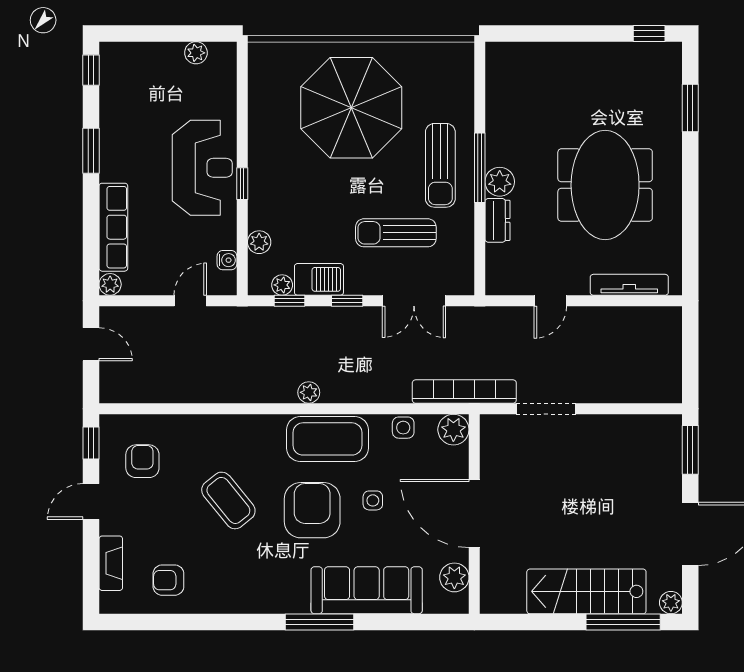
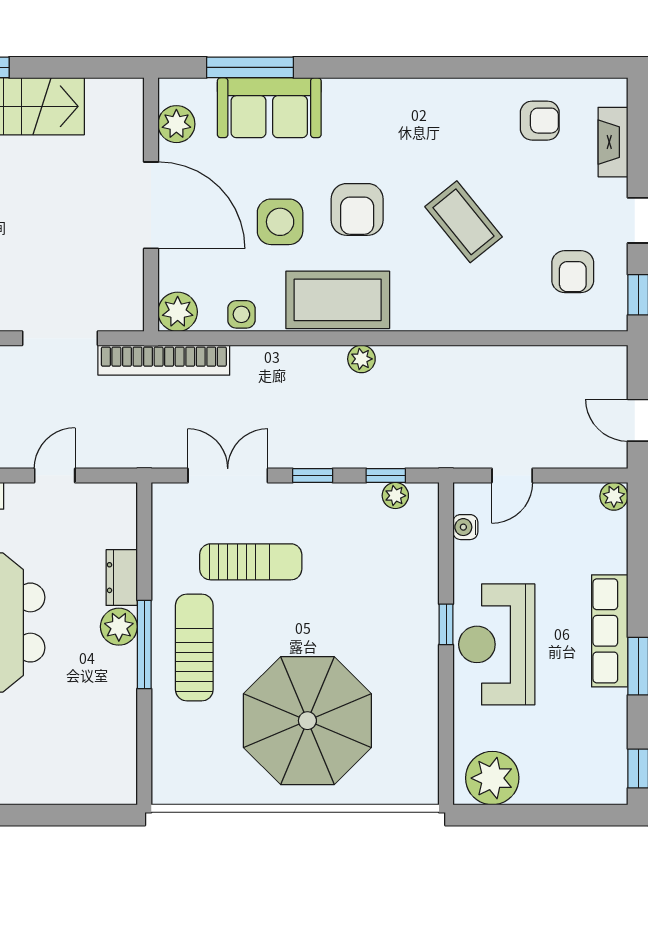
plant: (196, 53) -> (492, 778), width x1.87, depth x1.87
row of seats: (113, 227) -> (610, 631), moved
plant: (259, 242) -> (424, 550), removed
barbecue: (319, 279) -> (348, 503), removed
side table: (373, 500) -> (280, 222), width x1.87, depth x1.87
armchair: (312, 510) -> (357, 209), width x0.73, depth x0.73
sofa: (367, 590) -> (269, 108), width x0.73
window: (319, 622) -> (250, 67), moved

